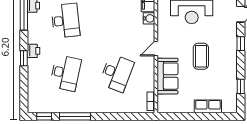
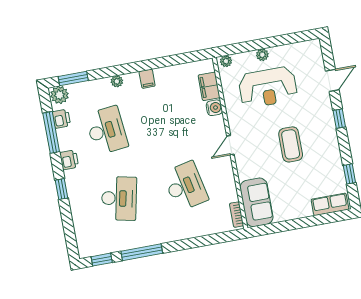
printer: (34, 51) -> (69, 160), moved
desk: (117, 73) -> (185, 186), turned -33
sofa: (167, 76) -> (256, 202), moved
row of seats: (208, 106) -> (330, 204), moved

